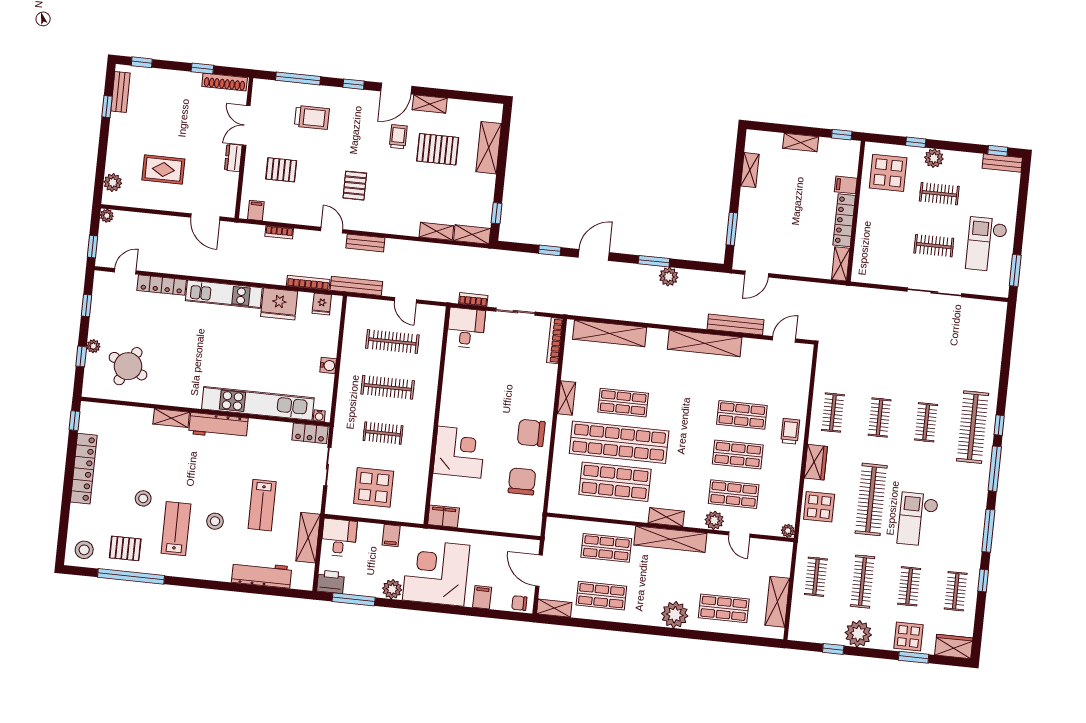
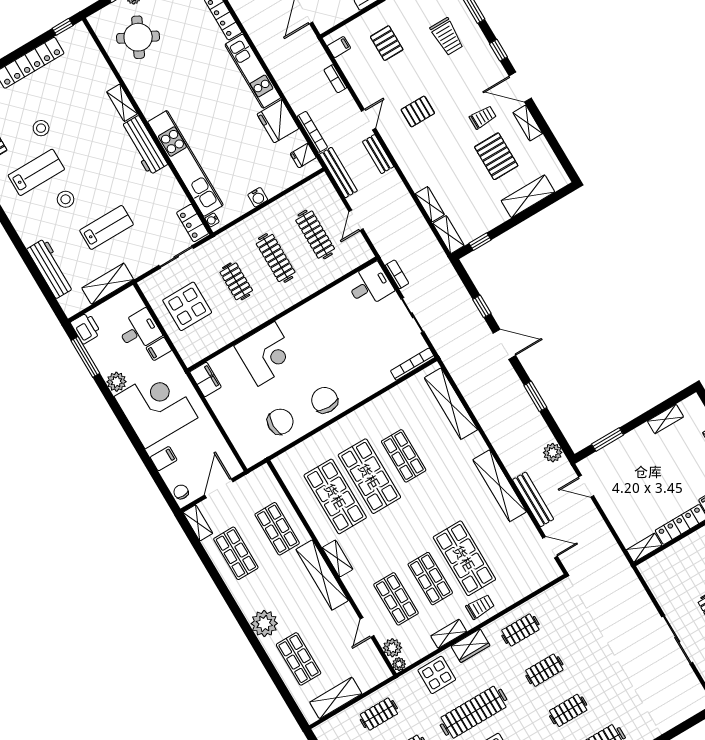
plant: (669, 277) -> (553, 453), moved
shelving: (566, 398) -> (449, 634), moved
shop shelf: (742, 415) -> (464, 558), width x1.43, depth x1.36
shop shelf: (619, 442) -> (369, 476), width x0.71
lab bench: (262, 505) -> (106, 227), turned 180
plant: (714, 520) -> (392, 648), moved
desk: (339, 538) -> (139, 330), moved

